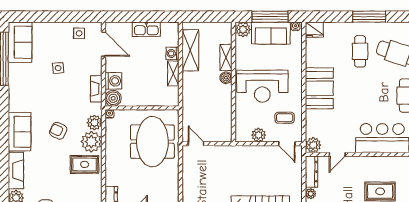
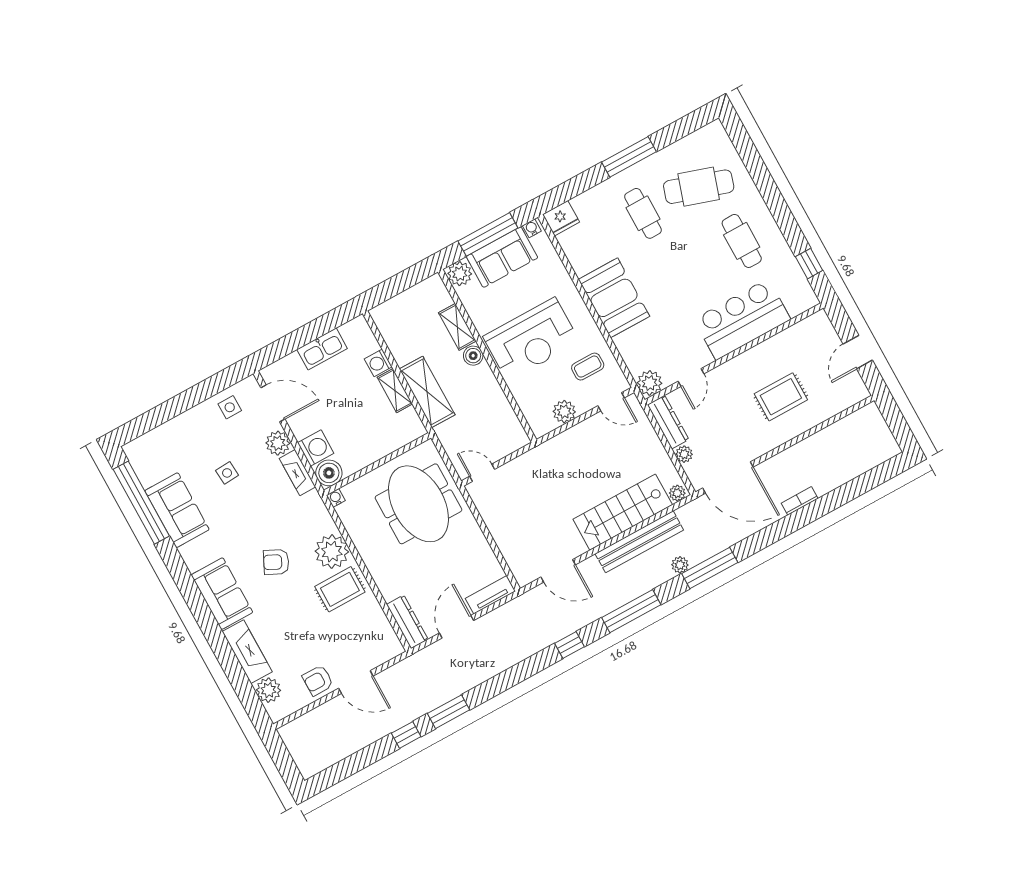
sofa: (20, 42) -> (177, 510), moved
shelving: (190, 50) -> (427, 392), moved
plant: (94, 123) -> (278, 443), moved

